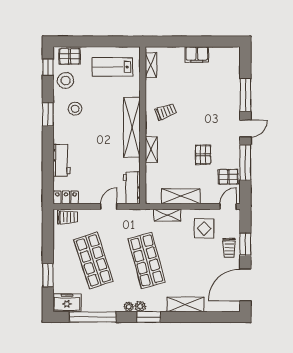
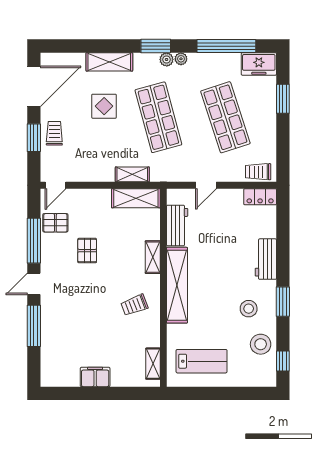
pallet: (70, 56) -> (255, 375), removed
workbench: (61, 160) -> (266, 259), moved
workbench: (132, 188) -> (177, 226), moved
shelving: (181, 196) -> (136, 198), moved
display table: (204, 228) -> (104, 106), moved

